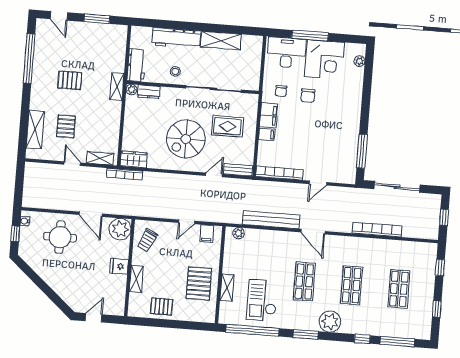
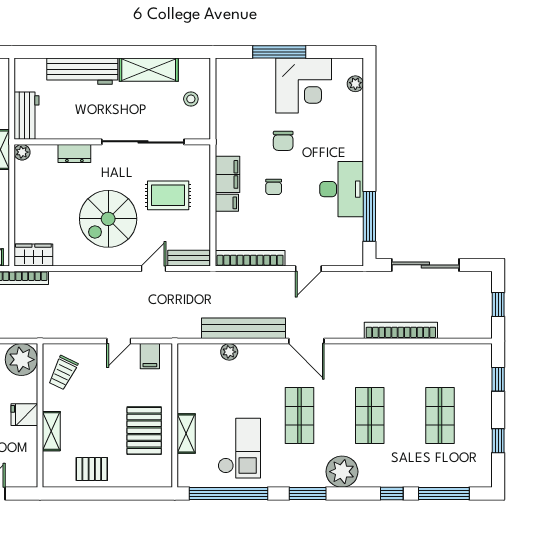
desk: (286, 53) -> (342, 189), moved, turned 90
stool: (175, 71) -> (191, 99), moved
chair: (281, 91) -> (274, 187), moved
dresser: (149, 92) -> (74, 153), moved
plant: (239, 233) -> (229, 352), moved
checkout: (262, 300) -> (239, 448), turned 180

